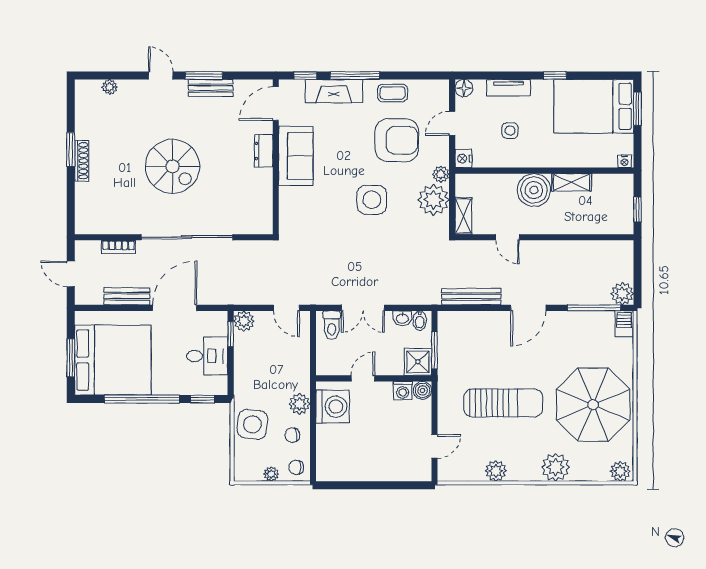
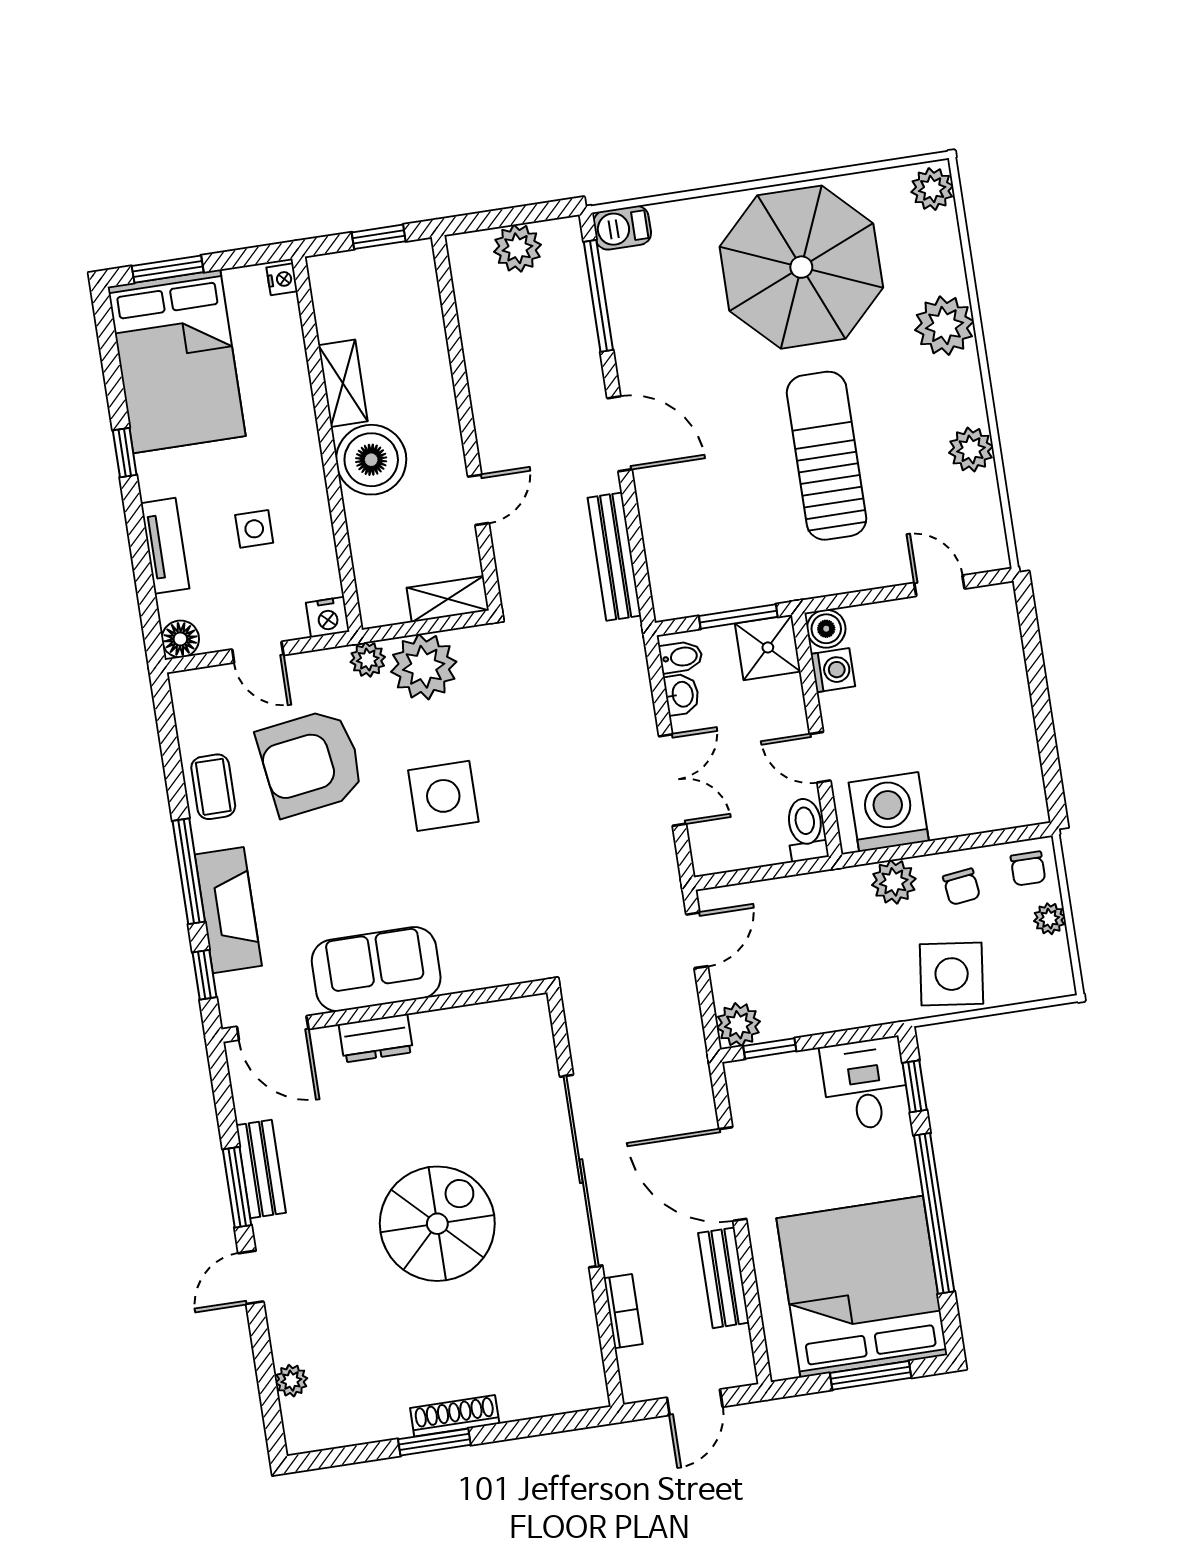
armchair: (397, 140) -> (311, 763), turned -98
plant: (622, 294) -> (517, 248), moved
toilet: (332, 325) -> (806, 829), moved, turned -90
desk: (207, 356) -> (865, 1084), moved

